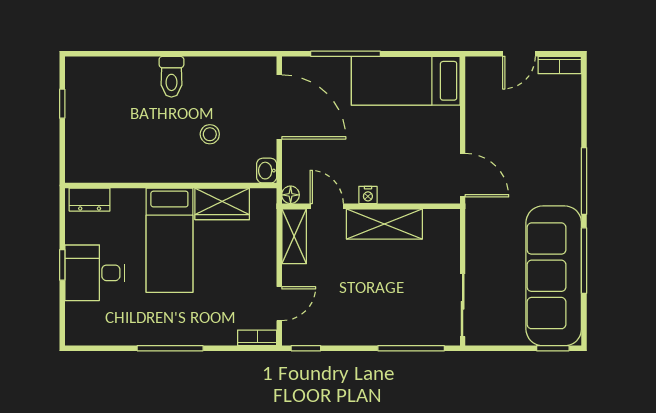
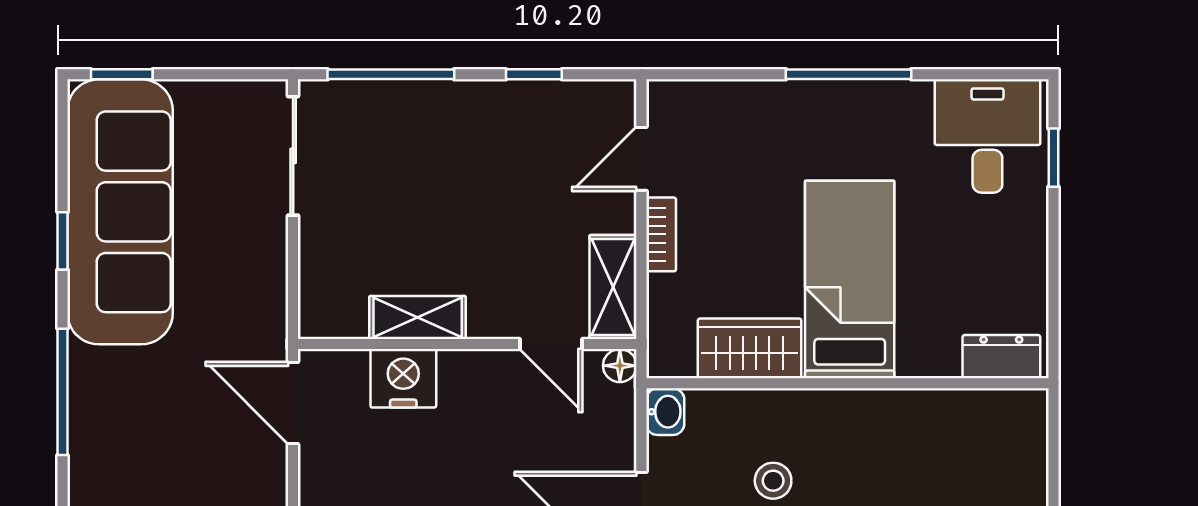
nightstand: (368, 195) -> (403, 378), moved, width x1.89, depth x1.79
shelving: (384, 224) -> (418, 318), width x0.67, depth x0.75
window: (584, 261) -> (62, 241), width x0.46
window: (62, 265) -> (1053, 158), moved
desk: (95, 273) -> (987, 136), moved, turned -90
bookcase: (257, 338) -> (661, 234), moved, turned -90
window: (306, 348) -> (534, 74), moved

